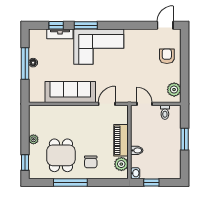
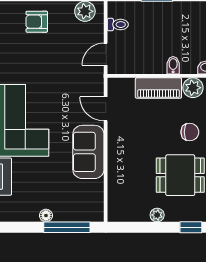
window: (25, 64) -> (67, 227), moved
sofa: (70, 92) -> (88, 152), width x0.73

